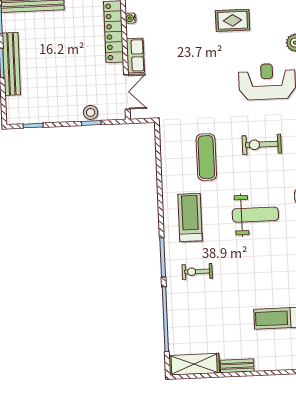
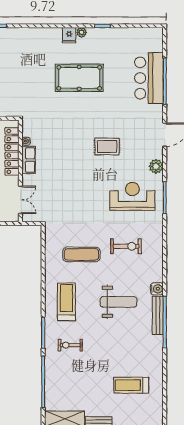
row of seats: (135, 55) -> (29, 160), moved
exercise bike: (262, 144) -> (126, 246), turned 180
exercise mat: (206, 157) -> (81, 254), turned 90

